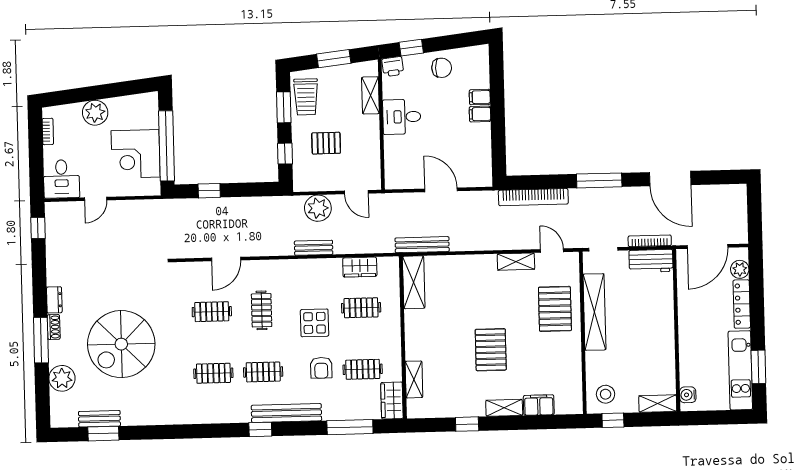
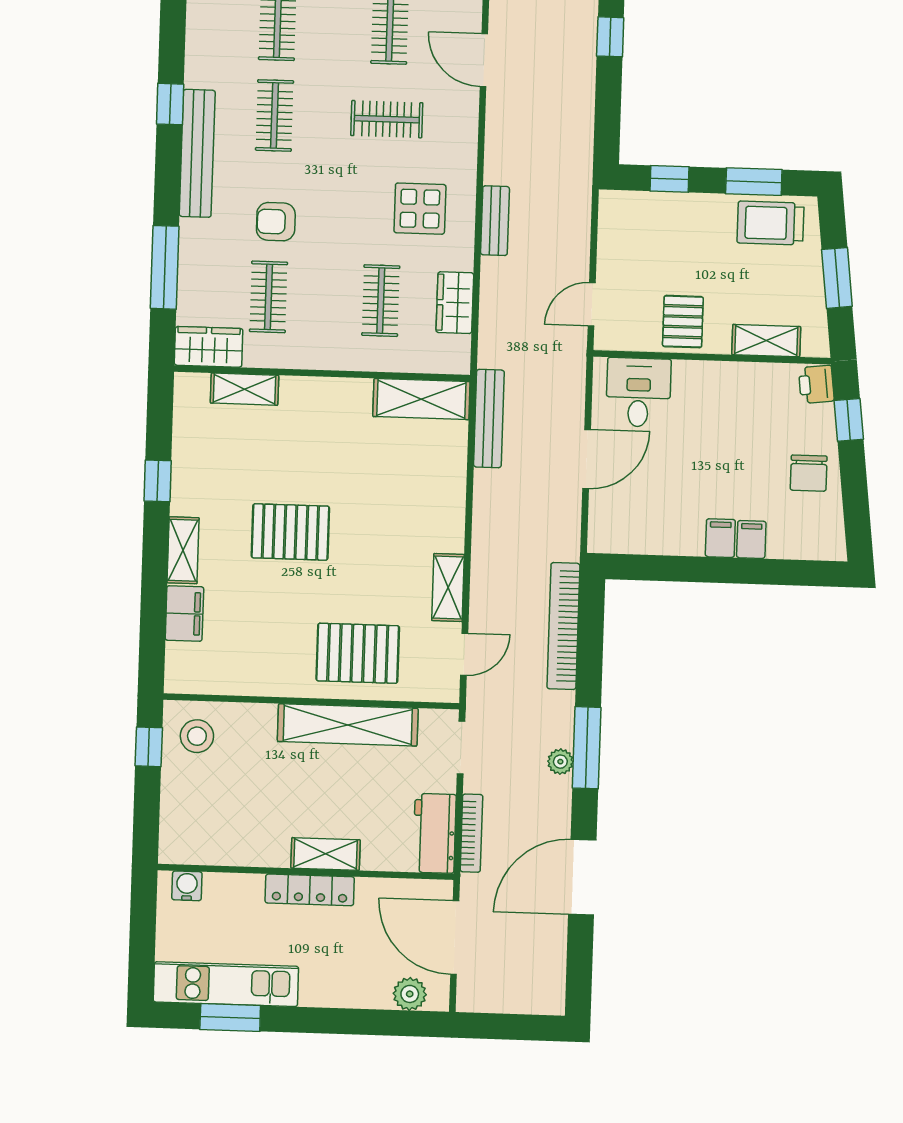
desk: (402, 117) -> (638, 392), moved
pallet: (326, 143) -> (683, 322), moved
plant: (318, 208) -> (560, 762), moved, width x0.53, depth x0.53
locker: (742, 304) -> (310, 890), moved, turned 180
display table: (315, 323) -> (420, 209), moved
shelving: (658, 404) -> (326, 854), moved, turned 90

